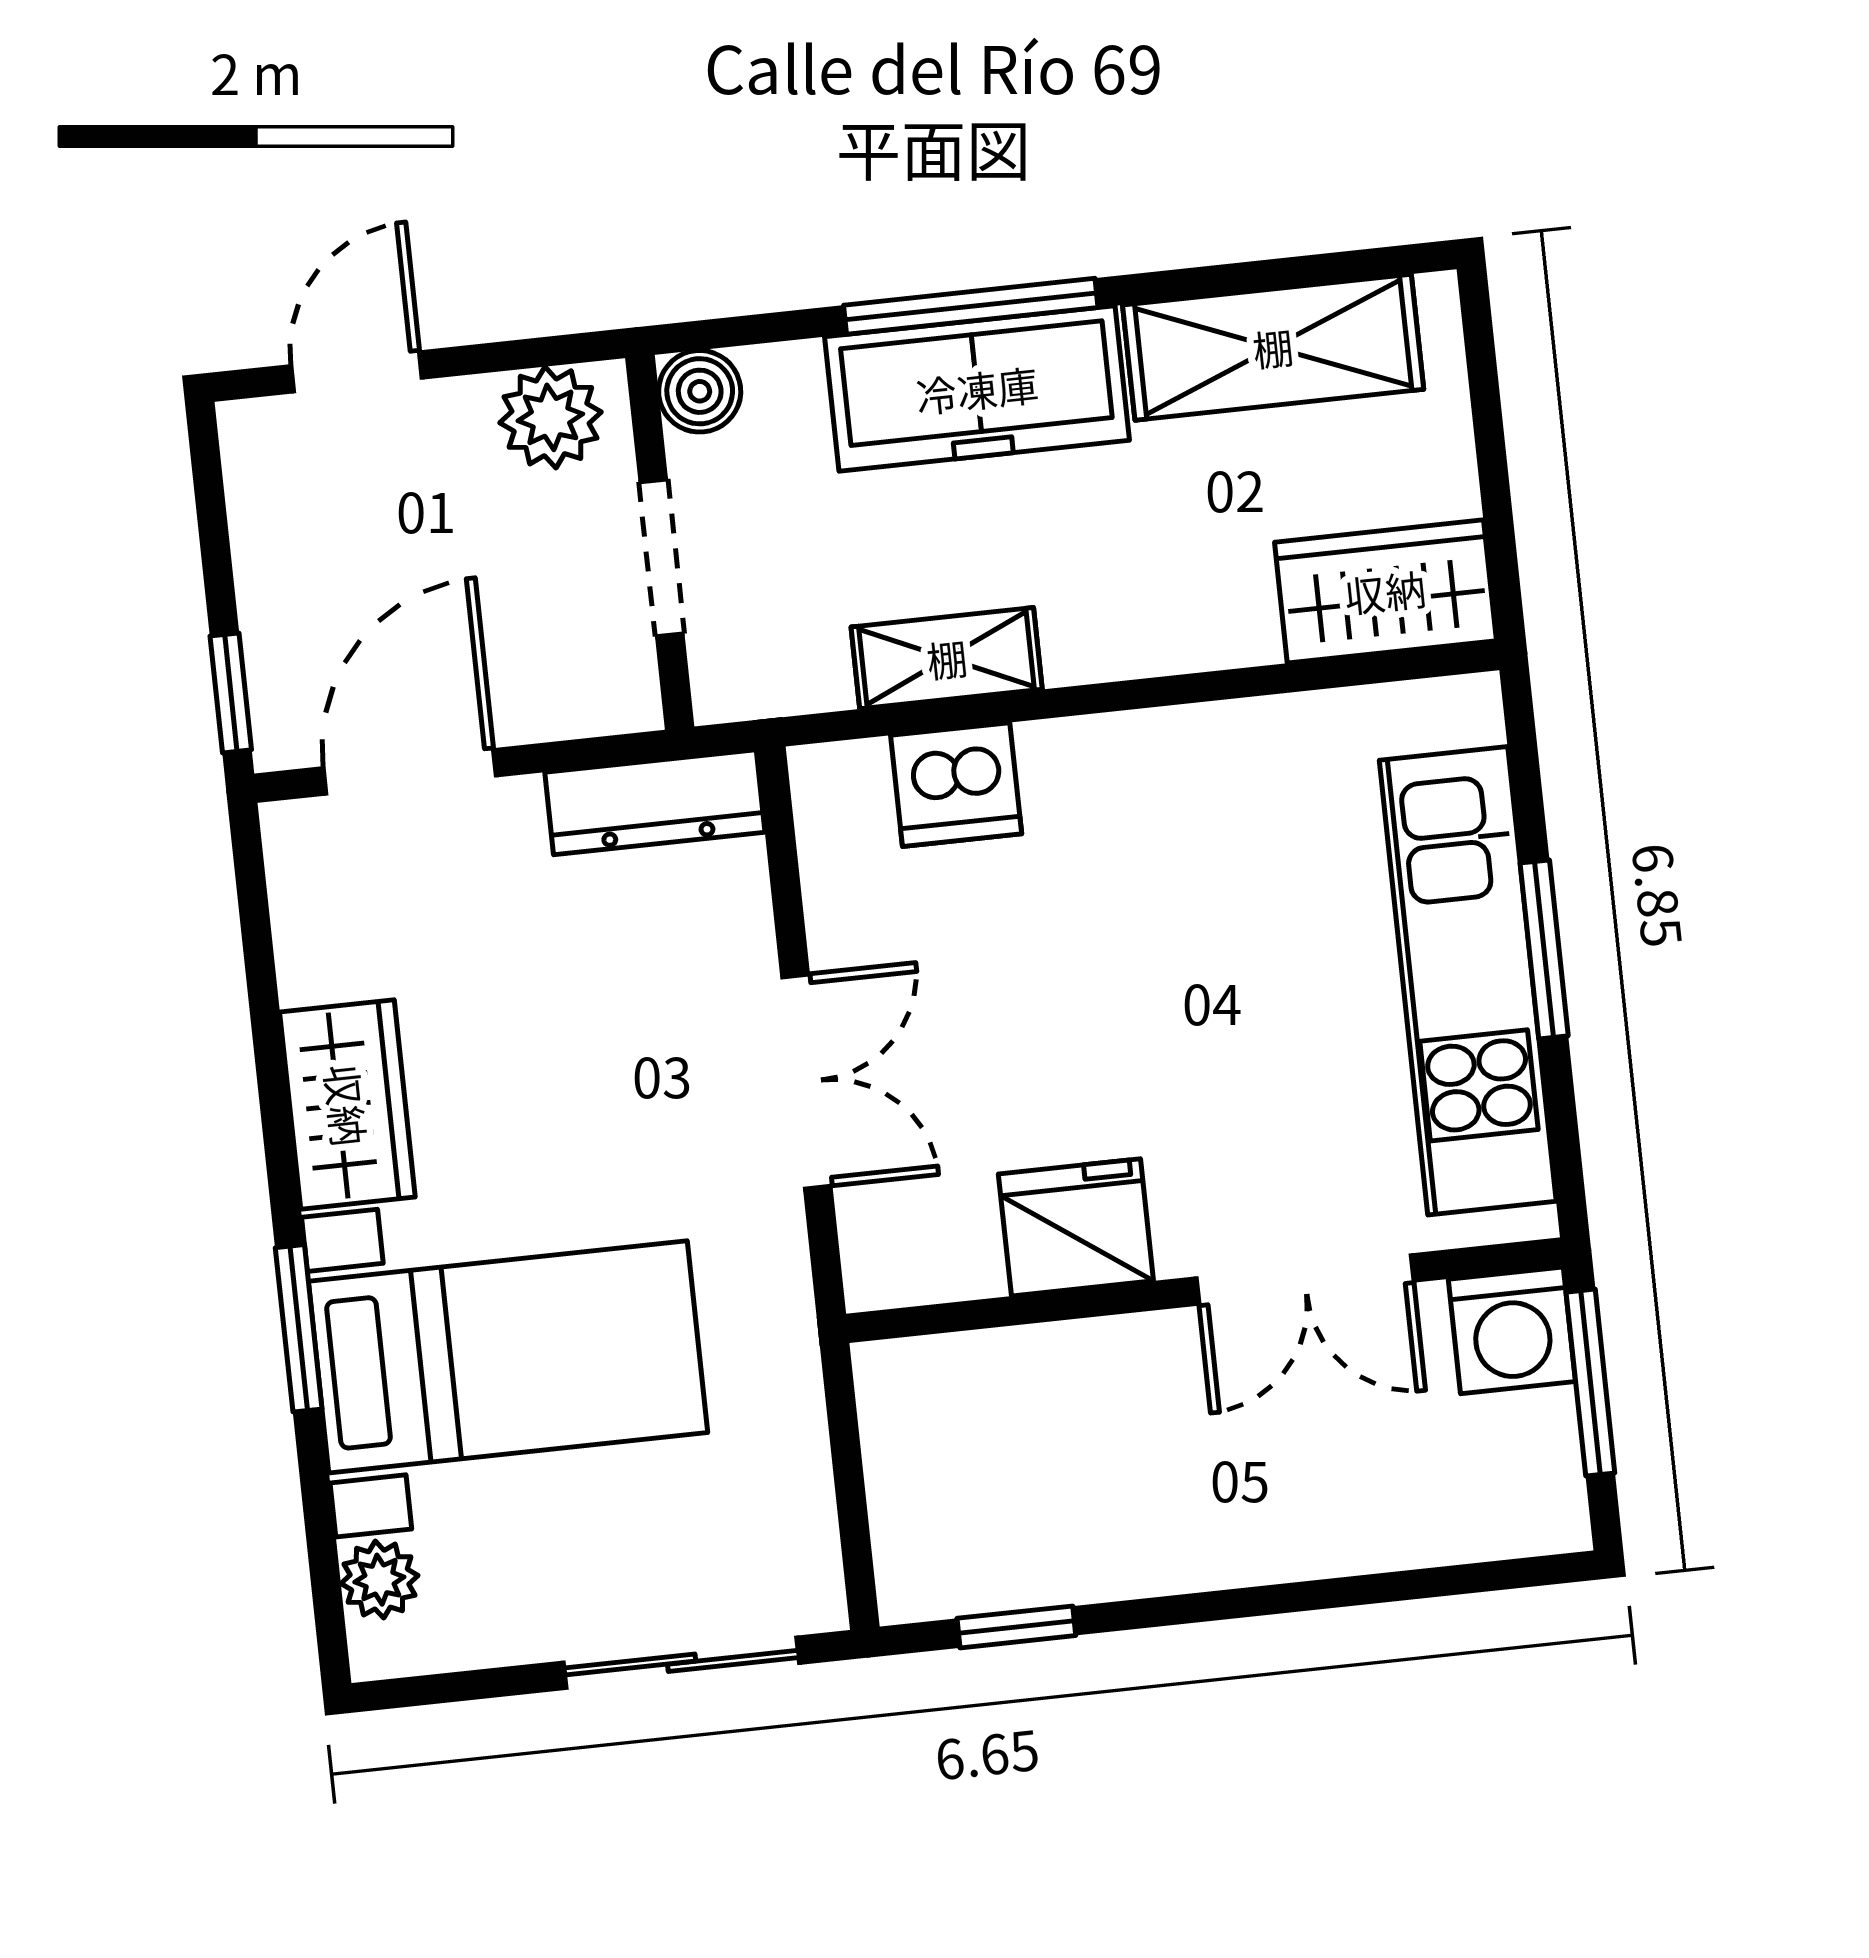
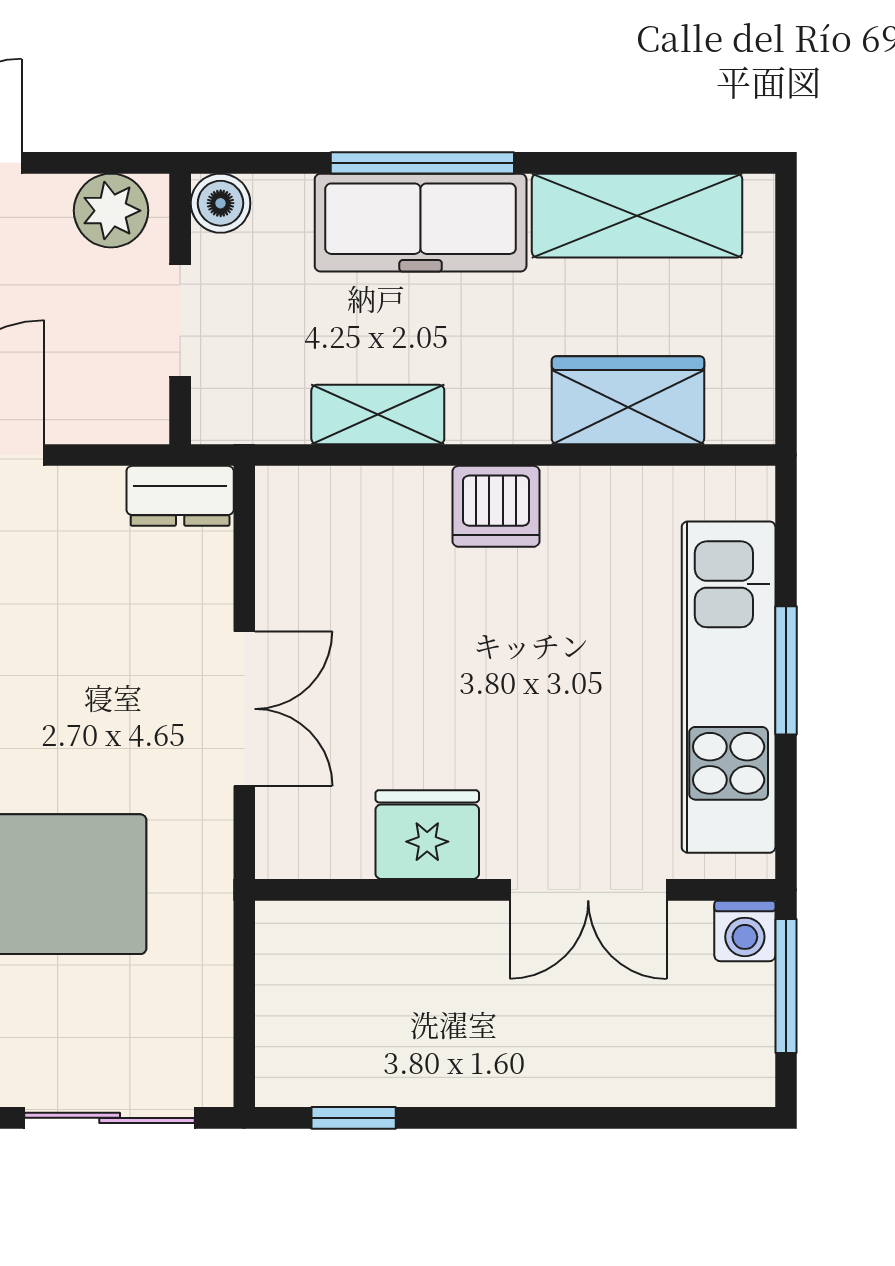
wardrobe: (1385, 591) -> (628, 400), moved
dishwasher: (956, 785) -> (496, 506), moved
dresser: (655, 802) -> (180, 496), width x0.70
washing machine: (1512, 1330) -> (745, 931), width x0.73, depth x0.73

